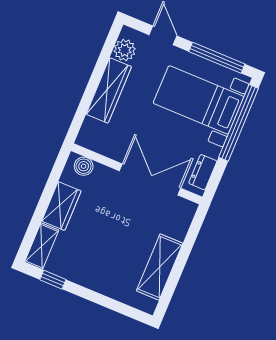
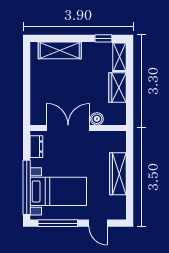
plant: (125, 50) -> (119, 204), removed
boiler: (84, 166) -> (97, 119), moved
double door: (150, 179) -> (68, 128), swing flipped
shelving: (160, 267) -> (60, 50), moved, turned 90

